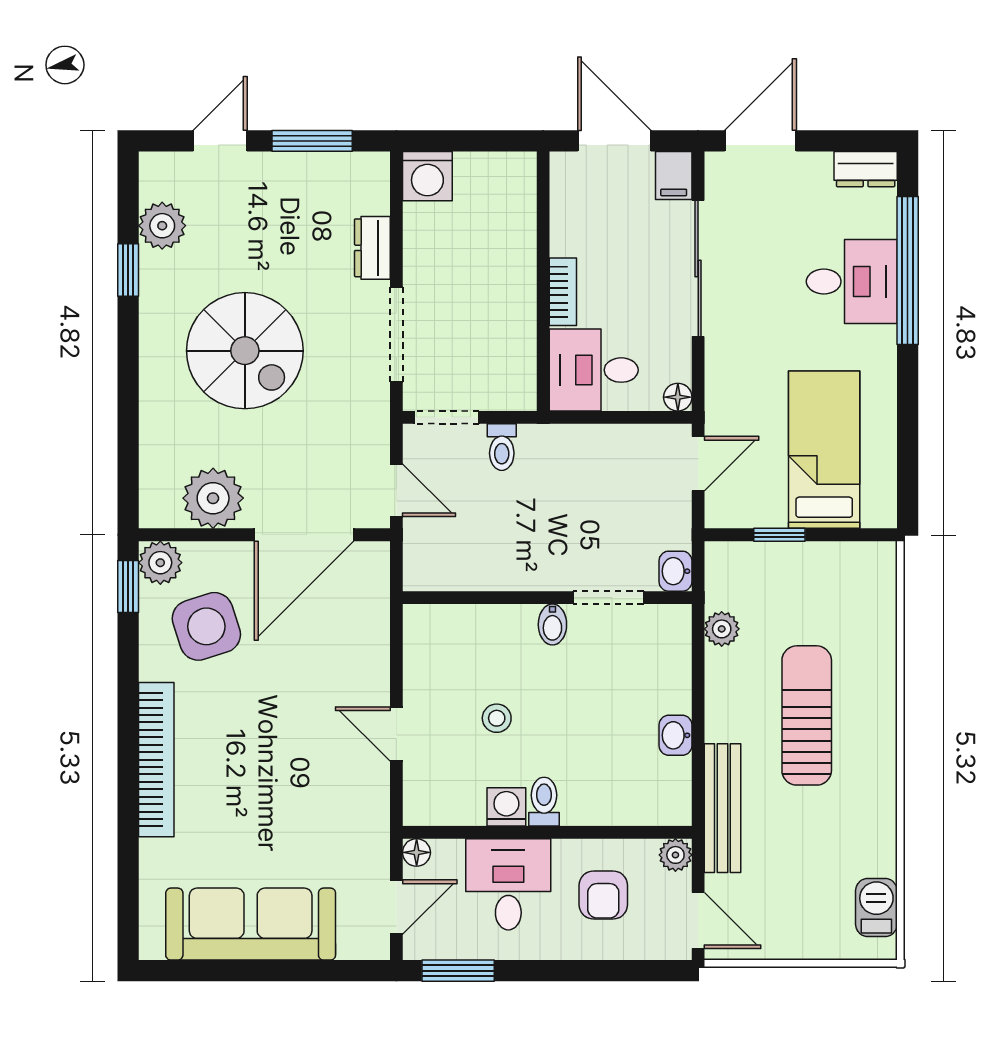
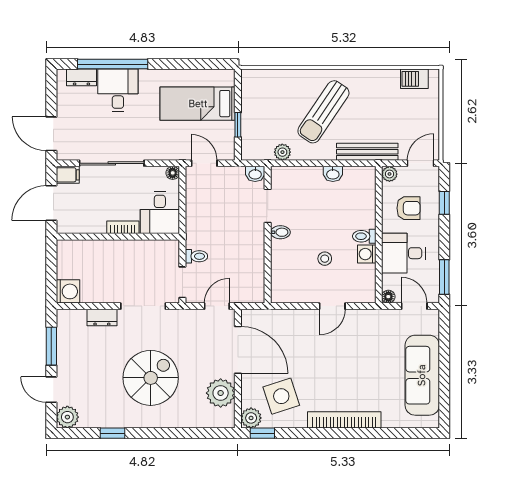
dresser: (866, 169) -> (81, 77), moved, turned 90
plant: (162, 226) -> (67, 417), moved
sun lounger: (807, 715) -> (323, 112), turned -56
window: (615, 971) -> (444, 203), added

